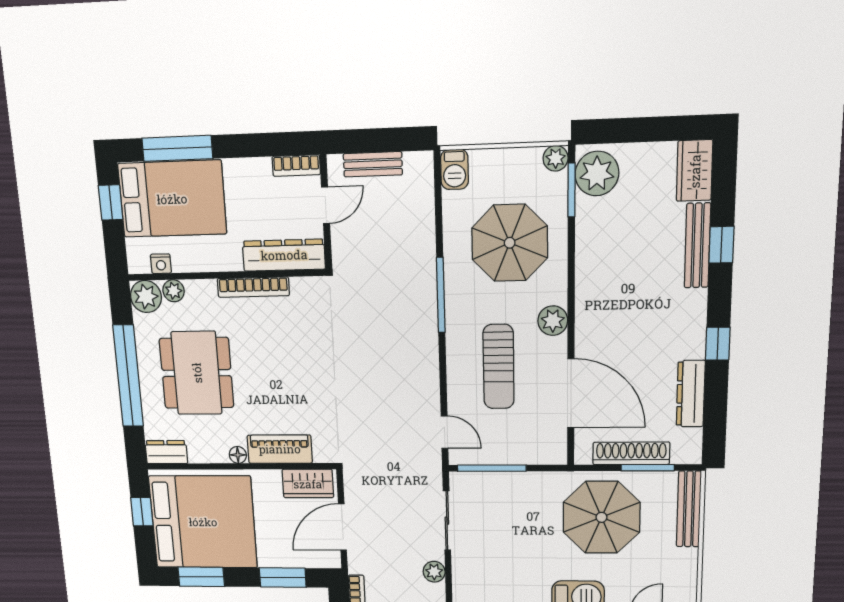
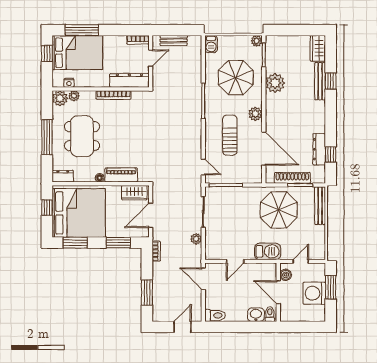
plant: (597, 174) -> (275, 83), moved
window: (718, 344) -> (331, 155), moved
sun lounger: (499, 367) -> (230, 135), turned 180
window: (128, 376) -> (47, 137), width x0.68

